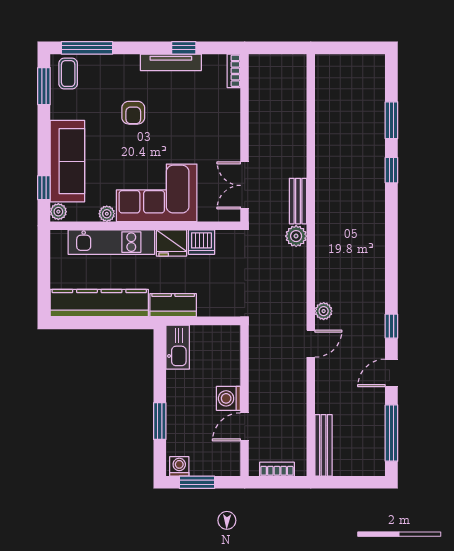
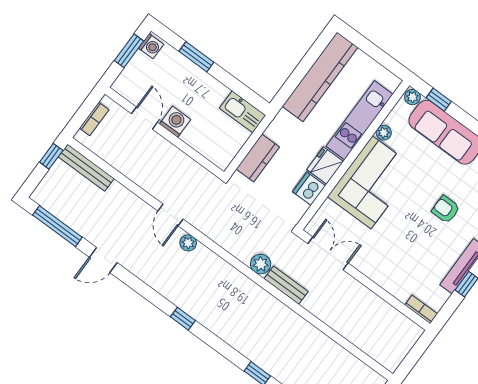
kitchen counter: (173, 305) -> (258, 158), moved
window: (391, 326) -> (183, 319), moved
door: (391, 373) -> (103, 260), swing flipped
window: (336, 482) -> (51, 156), added

